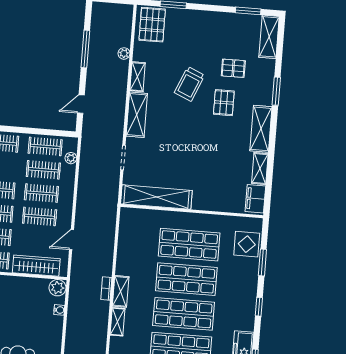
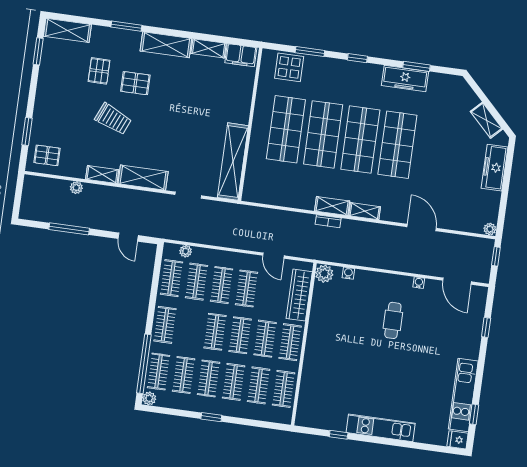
pallet: (152, 25) -> (47, 155), width x0.67, depth x0.71

